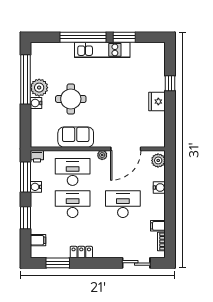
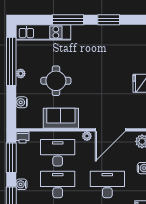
window: (83, 37) -> (68, 20), width x0.68
kitchen unit: (102, 50) -> (43, 32), moved
plant: (39, 88) -> (21, 74), width x0.53, depth x0.53
water cooler: (36, 103) -> (22, 102), moved
water cooler: (36, 187) -> (21, 184), moved

